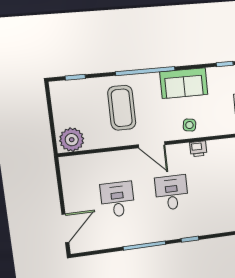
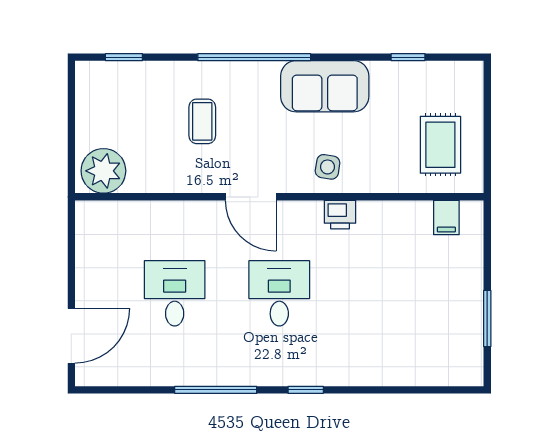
coffee table: (122, 108) -> (202, 121), width x0.54, depth x0.58

